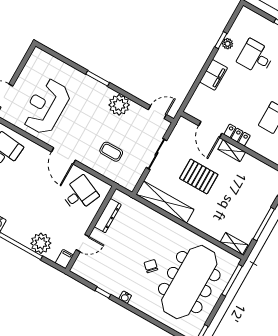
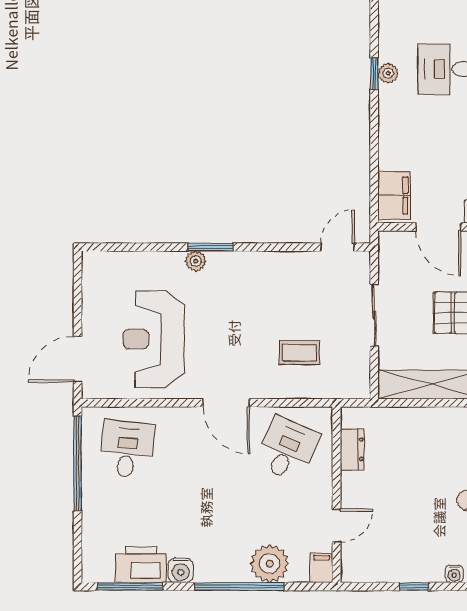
filing cabinet: (214, 75) -> (394, 195), moved
plant: (119, 105) -> (196, 261), moved, width x0.53, depth x0.53
dresser: (108, 216) -> (352, 449), width x0.70

